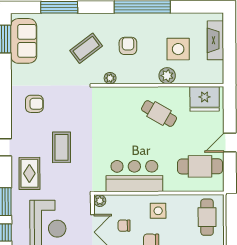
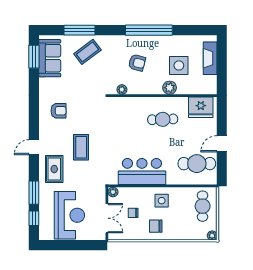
armchair: (128, 46) -> (137, 63), turned 105
coffee table: (86, 48) -> (87, 52), moved
cafe table: (159, 114) -> (163, 119), turned -32

